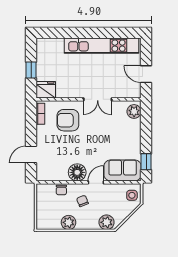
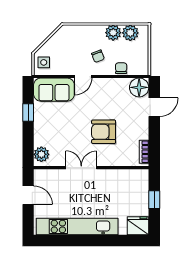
fridge: (46, 90) -> (138, 226), moved, turned 180
armchair: (68, 120) -> (104, 132), moved, turned 180
window: (146, 162) -> (28, 113), moved
floor lamp: (77, 172) -> (139, 87), moved
plant: (107, 222) -> (130, 33), moved

